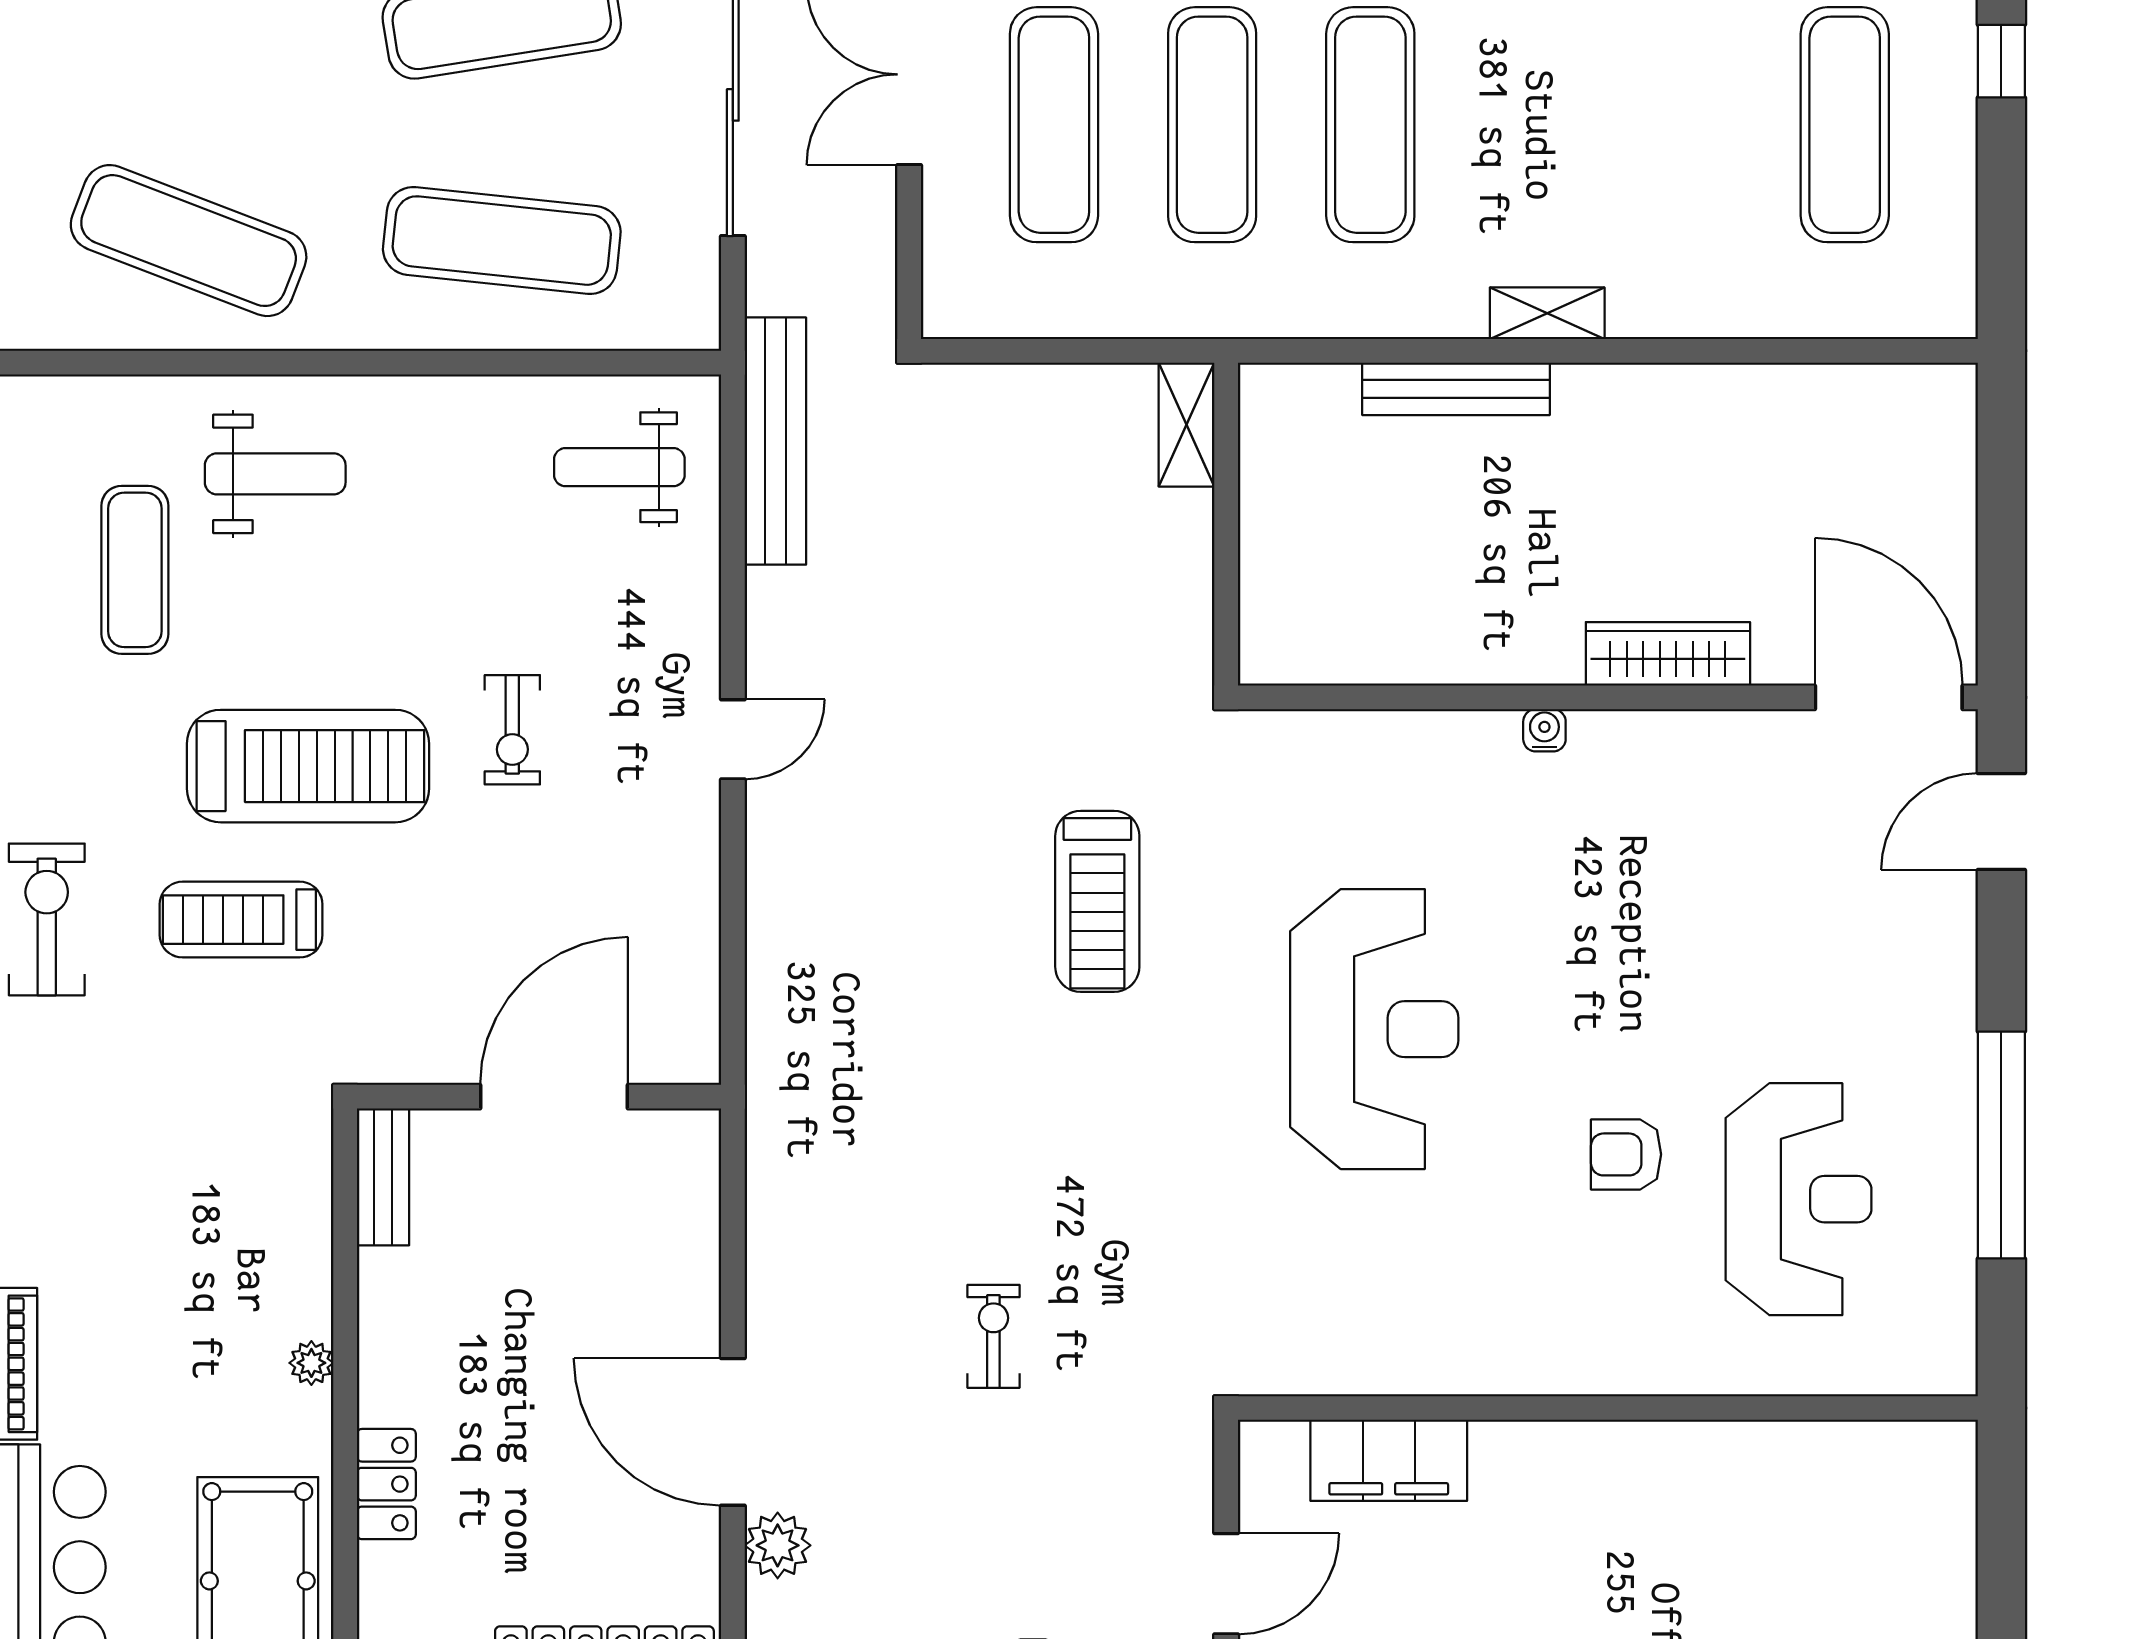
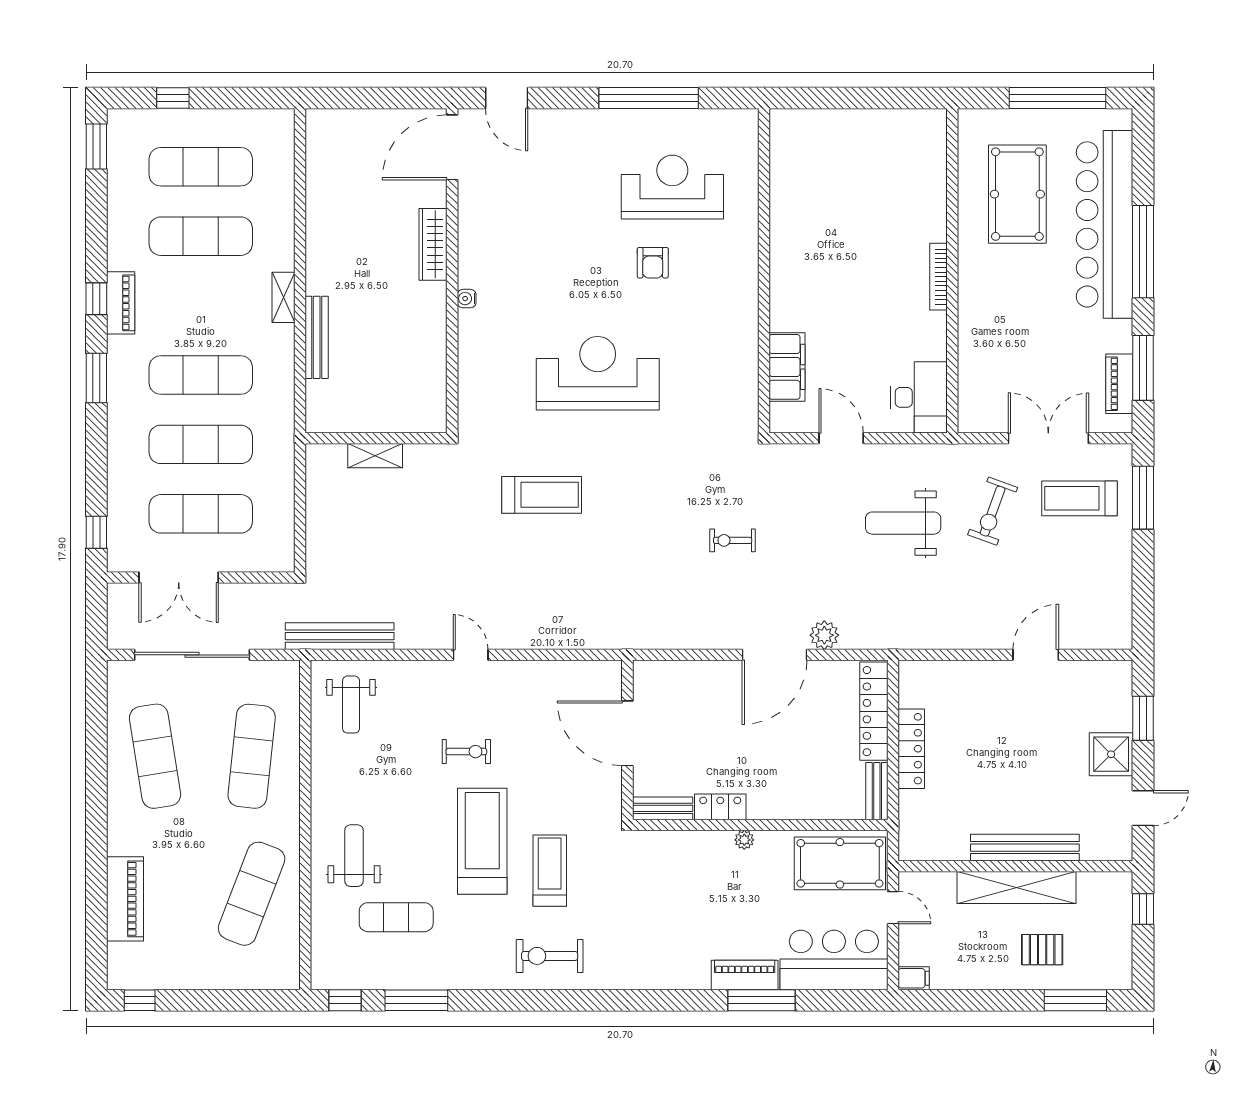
exercise mat: (1687, 125) -> (201, 236), added
shelving: (1187, 425) -> (375, 456), moved
treadmill: (241, 920) -> (550, 871), turned 180
locker: (386, 1484) -> (720, 807), moved

